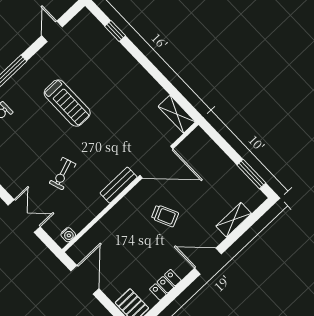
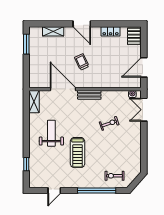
weight bench: (120, 96) -> (51, 133), added
treadmill: (67, 103) -> (78, 153), turned 180
double door: (24, 216) -> (144, 110), moved

